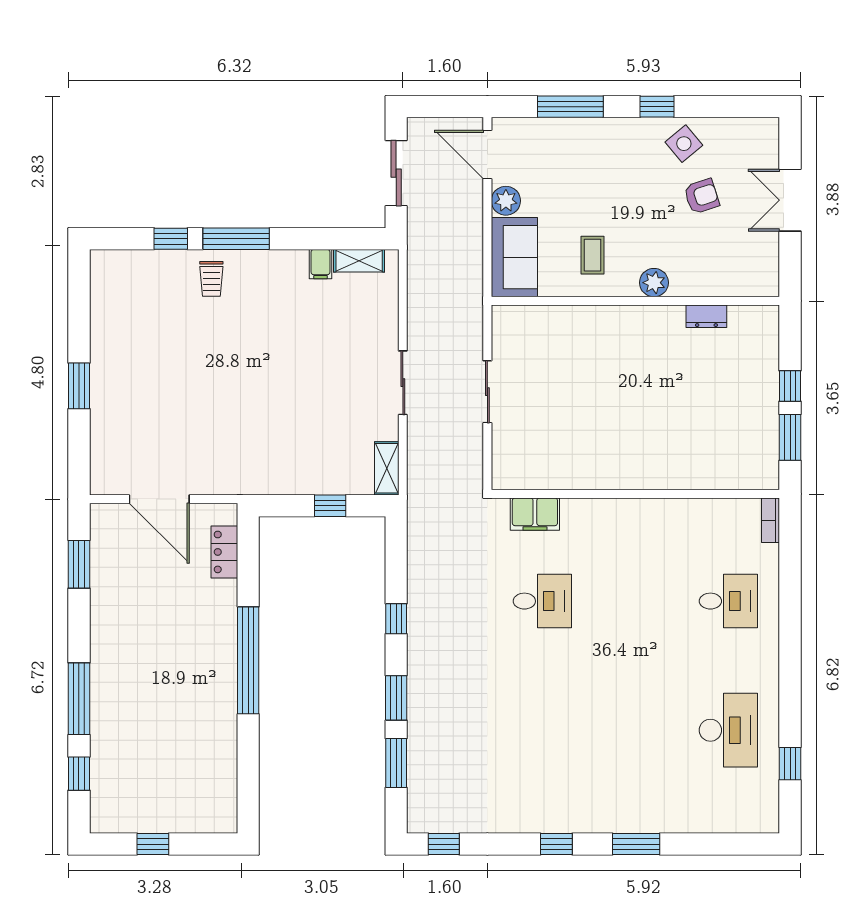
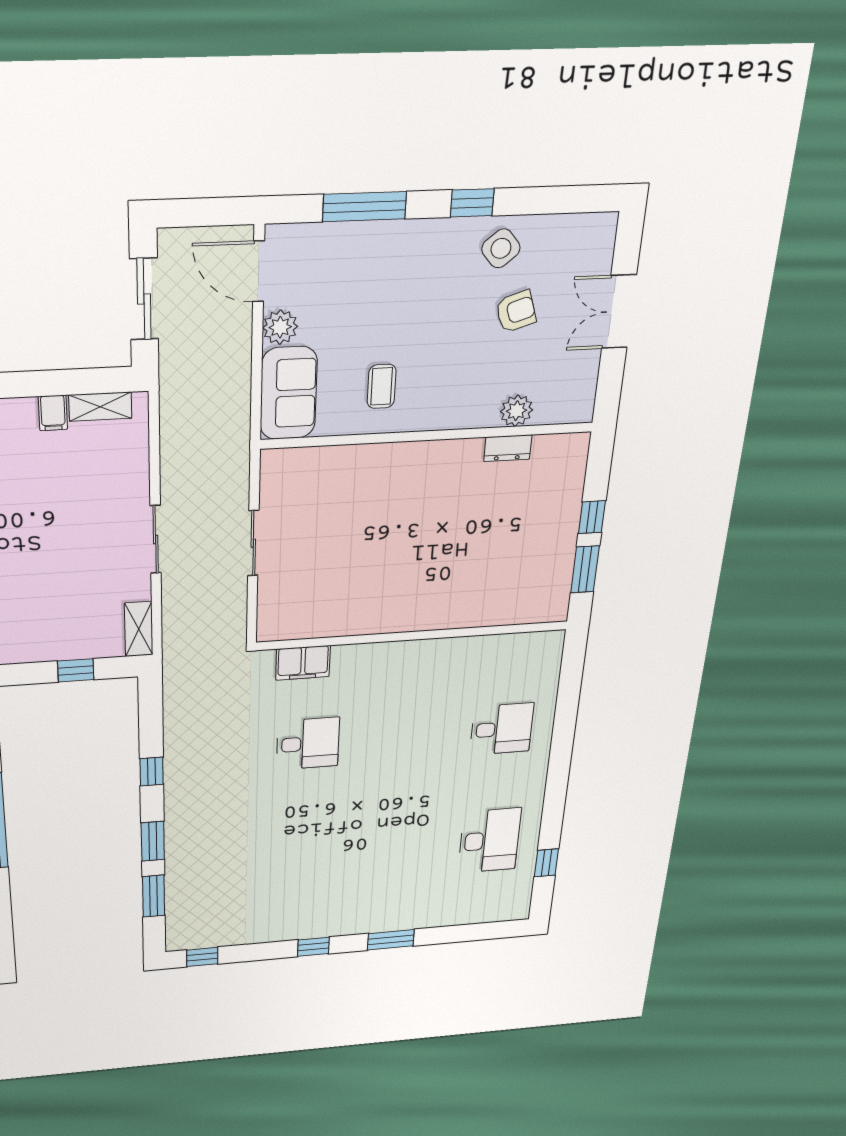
plant: (654, 283) -> (517, 411), moved
bookcase: (770, 520) -> (554, 651), removed

